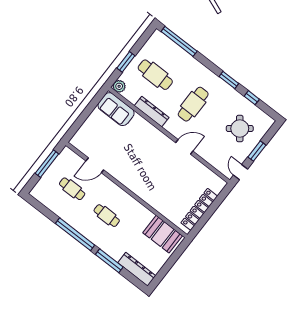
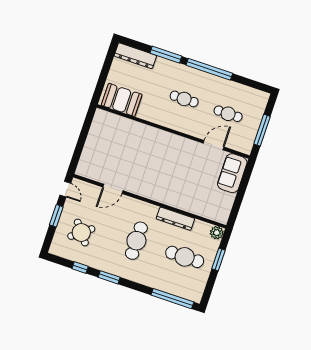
sofa: (116, 109) -> (232, 173), moved, turned -90
door: (184, 147) -> (113, 189), moved
locker: (199, 209) -> (94, 137), removed

